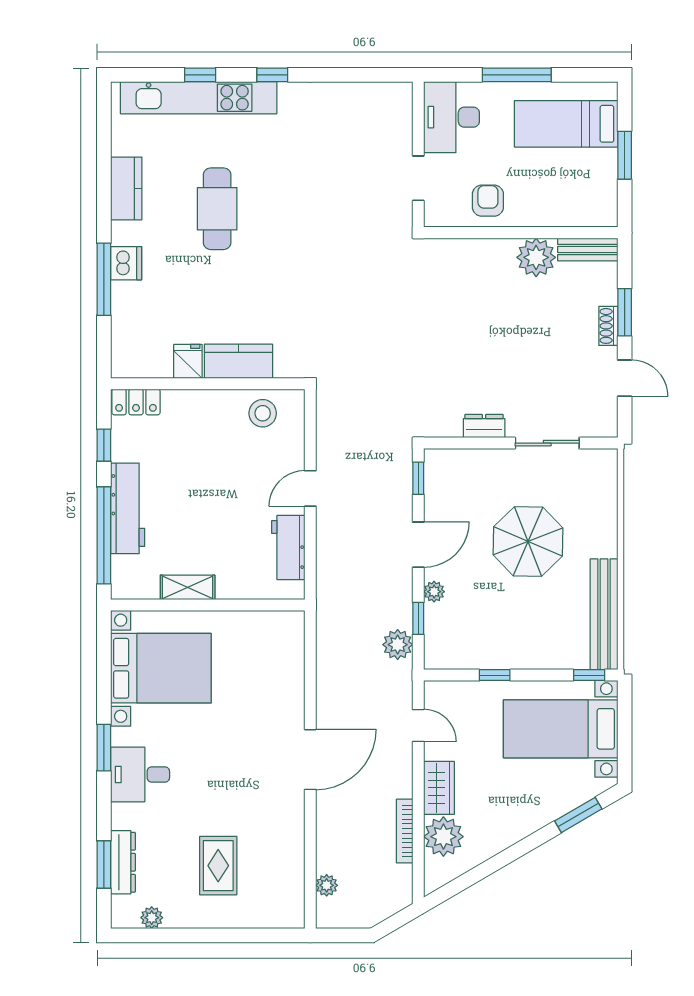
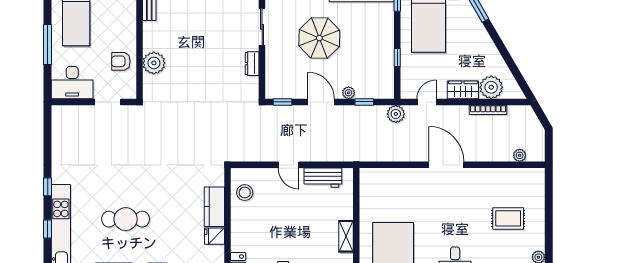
plant: (536, 257) -> (154, 63), moved
plant: (398, 645) -> (396, 114), moved

